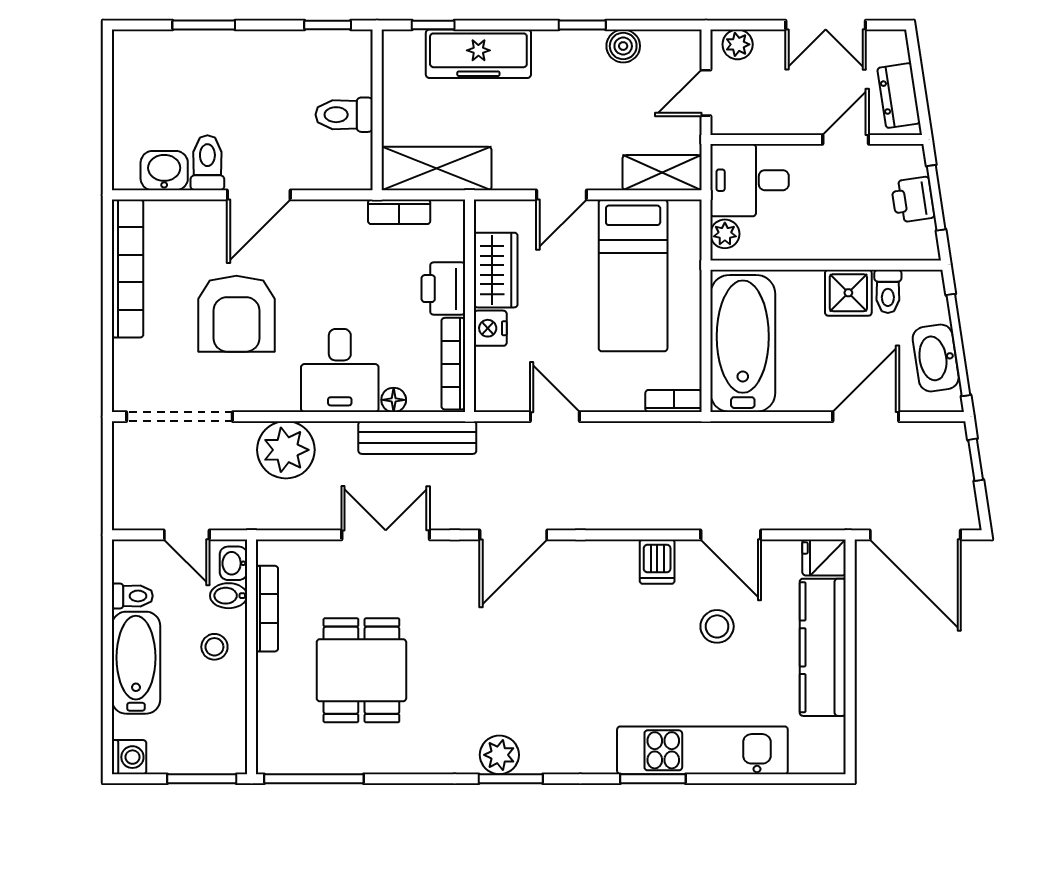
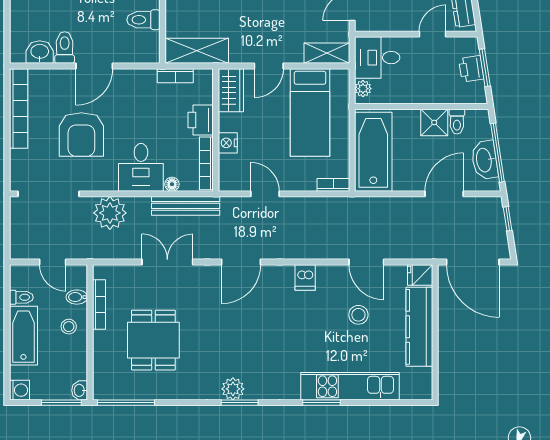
wardrobe: (496, 270) -> (231, 90), moved
dishwasher: (657, 562) -> (305, 277), moved
washbasin: (233, 563) -> (80, 390), moved

